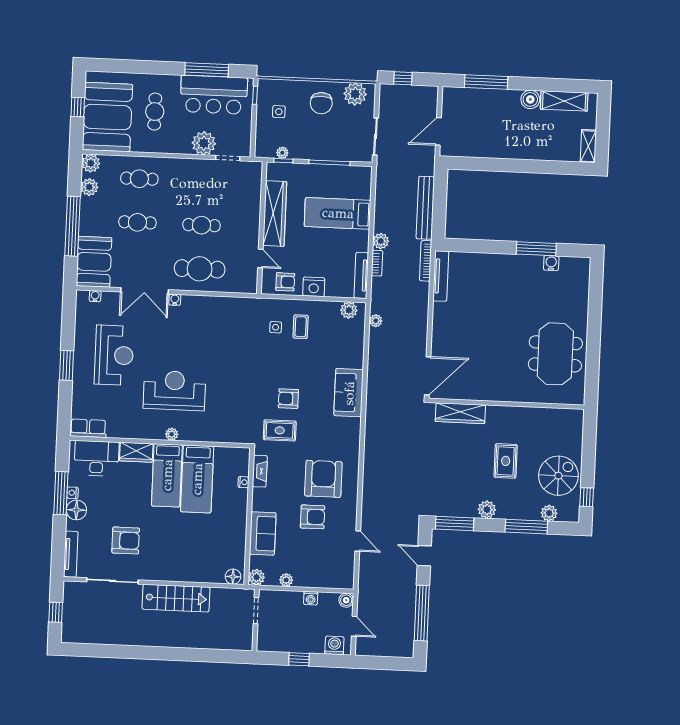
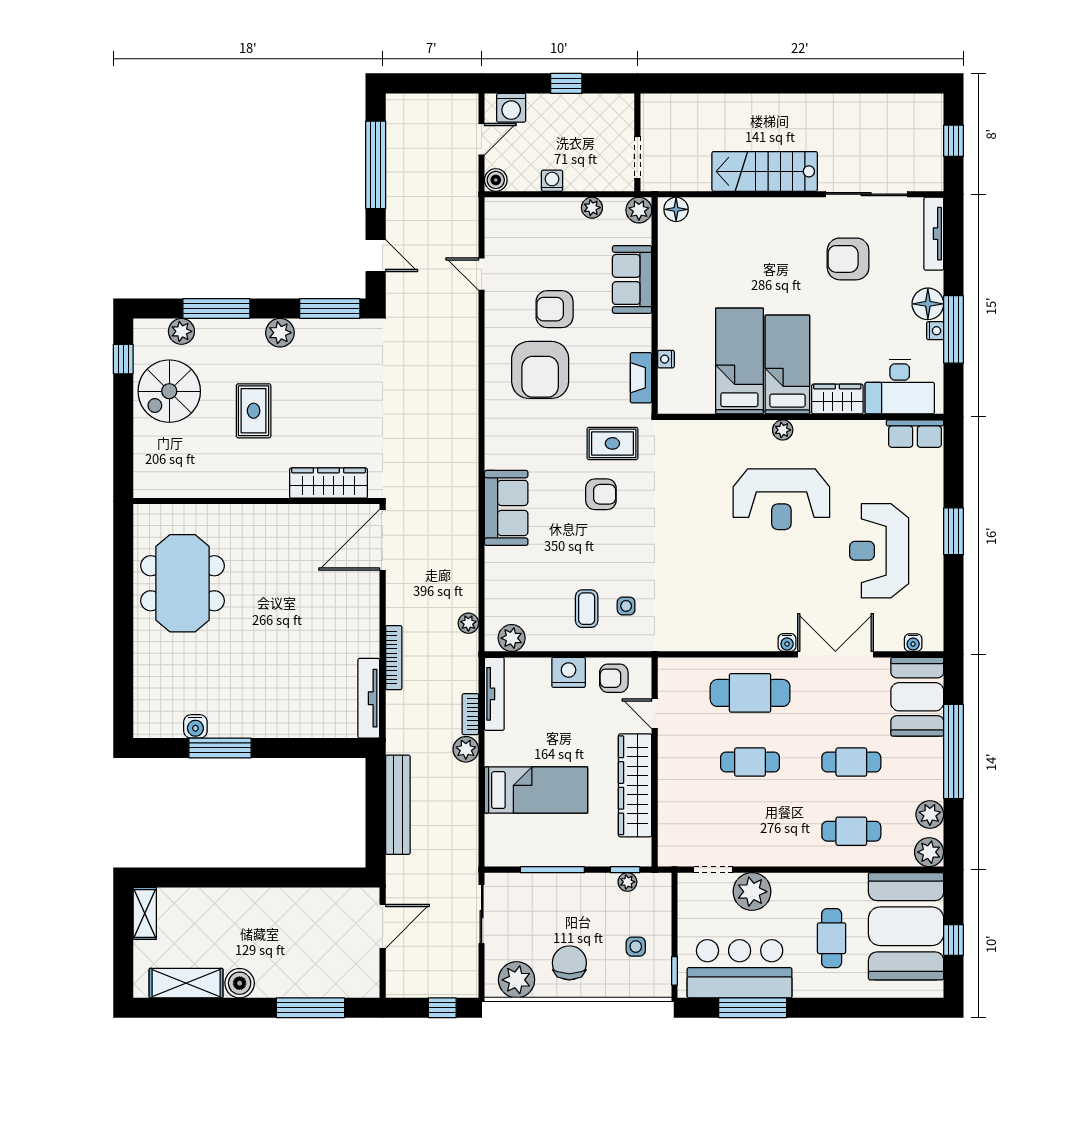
bookcase: (426, 261) -> (394, 658), moved
door: (354, 626) -> (482, 139), swing flipped

